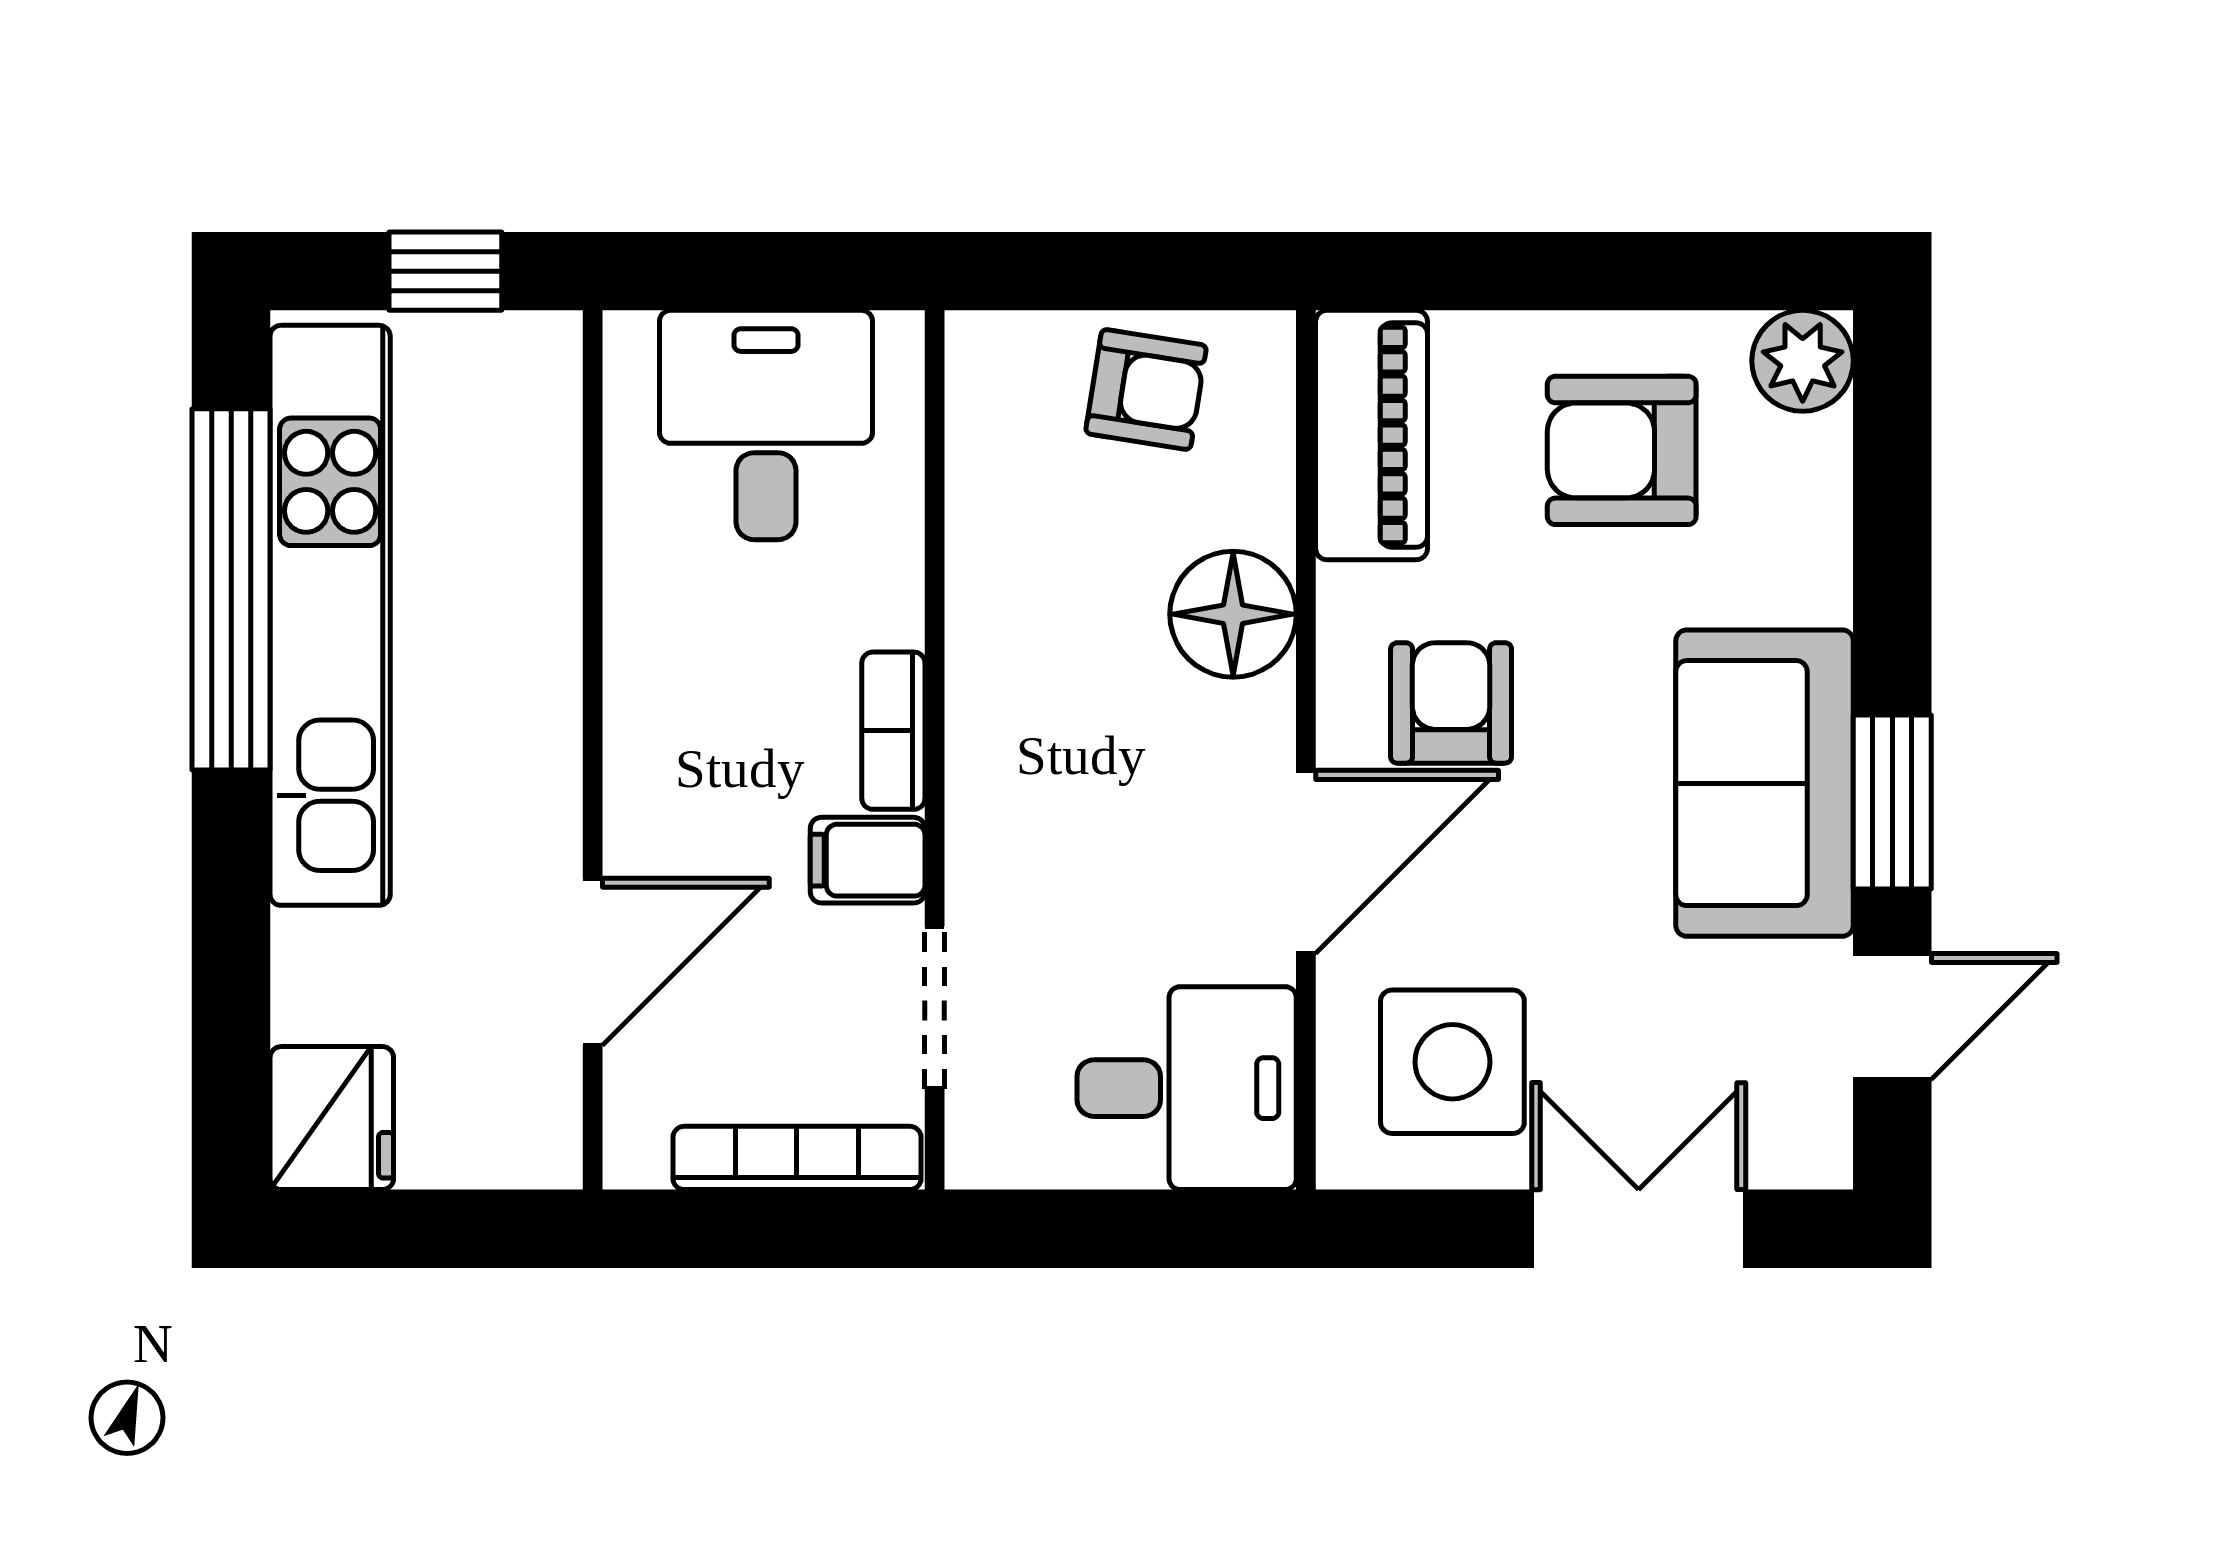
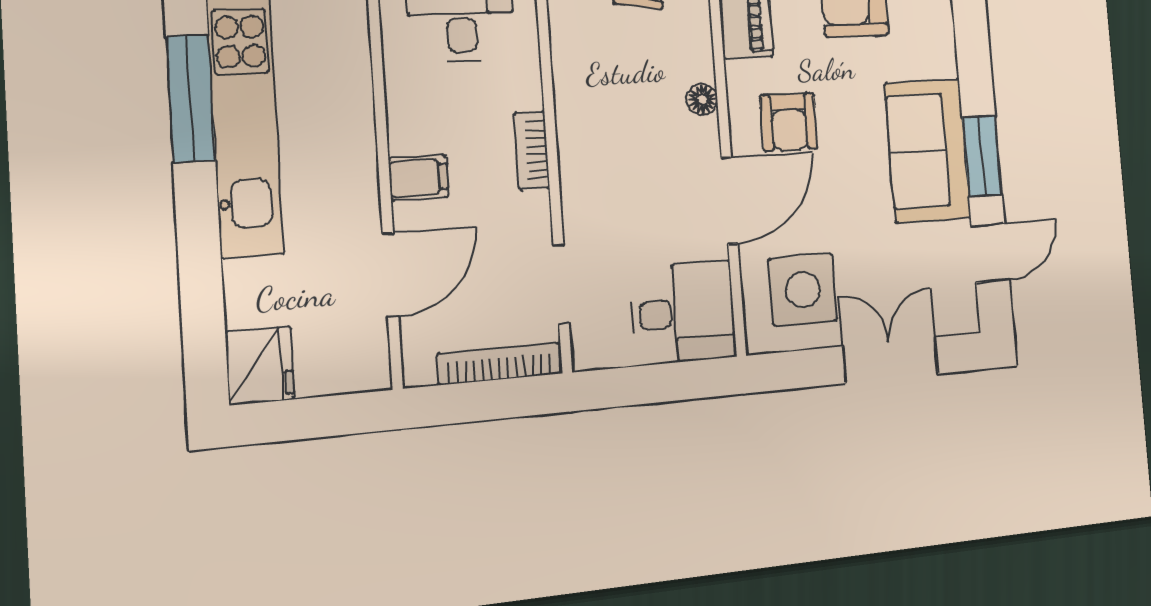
window: (231, 589) -> (191, 99), width x0.68
floor lamp: (1233, 614) -> (702, 99), width x0.53, depth x0.53
armchair: (1451, 703) -> (789, 122), turned 180
filing cabinet: (868, 860) -> (418, 178), moved, turned 180

